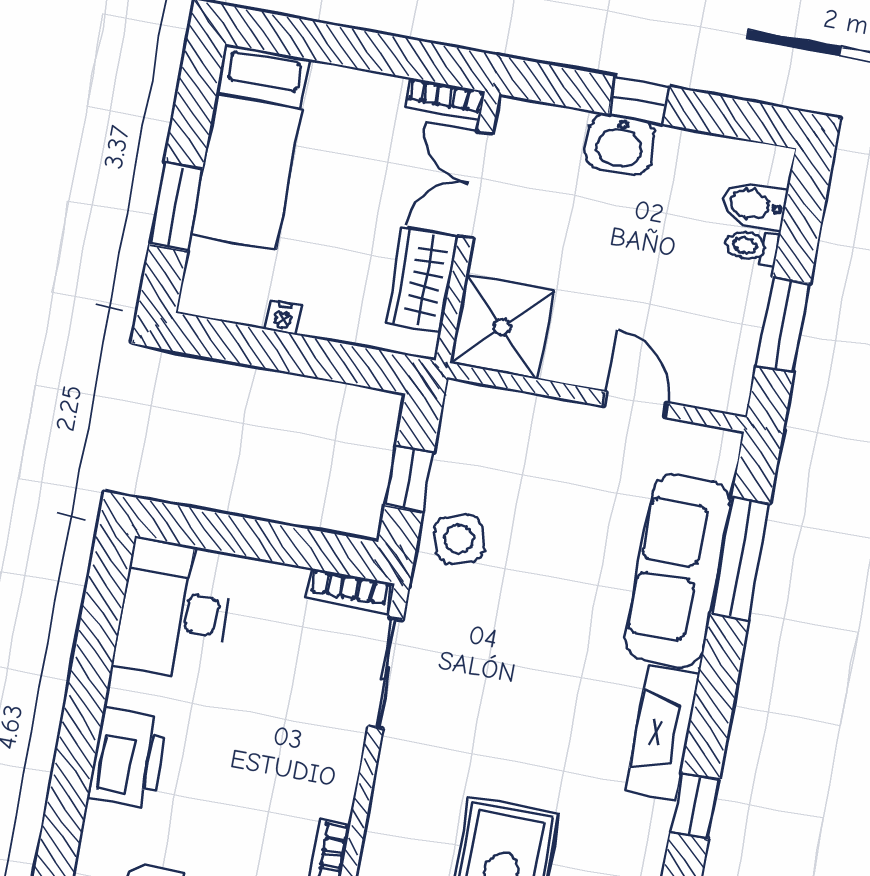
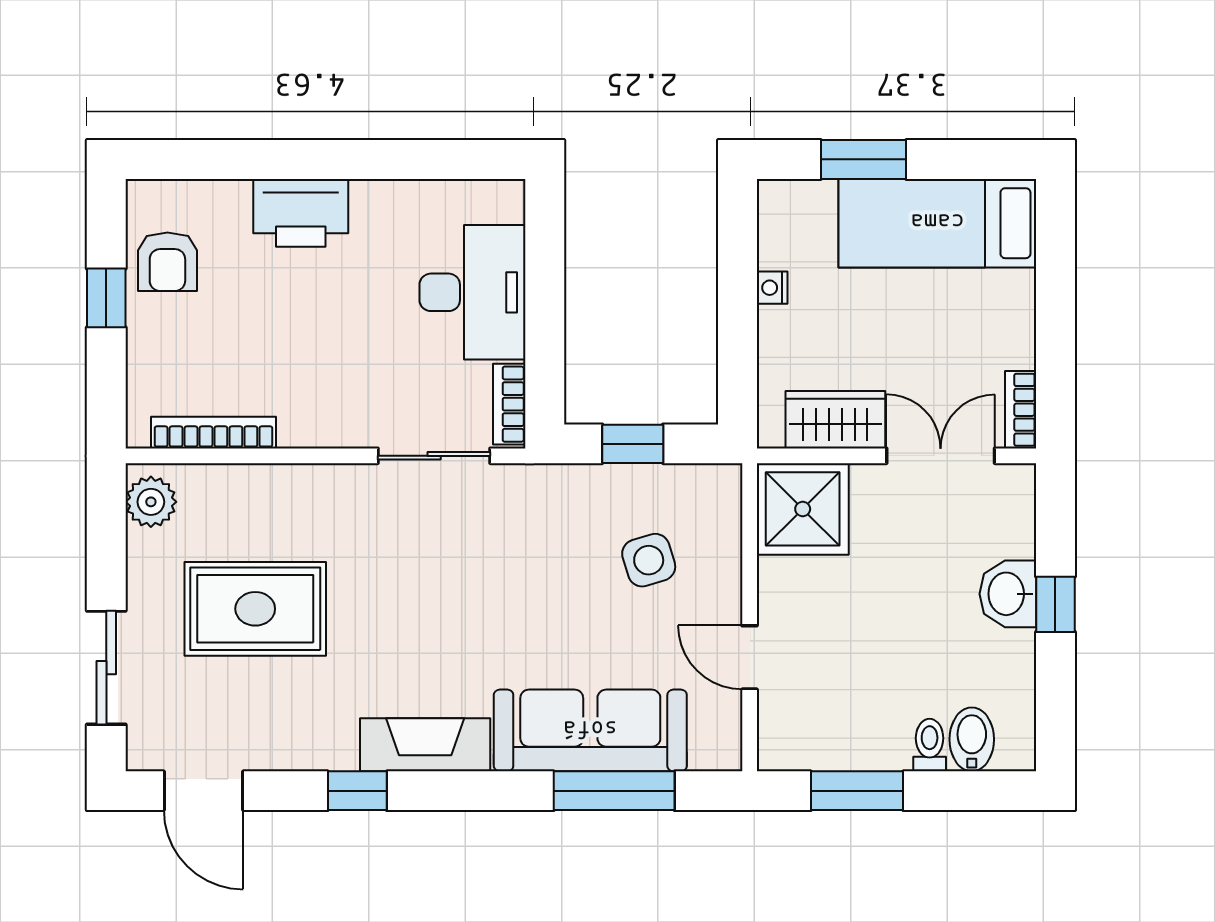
door: (636, 405) -> (750, 657), swing flipped
side table: (459, 539) -> (649, 560), moved
desk: (174, 610) -> (473, 292), moved, turned 90

